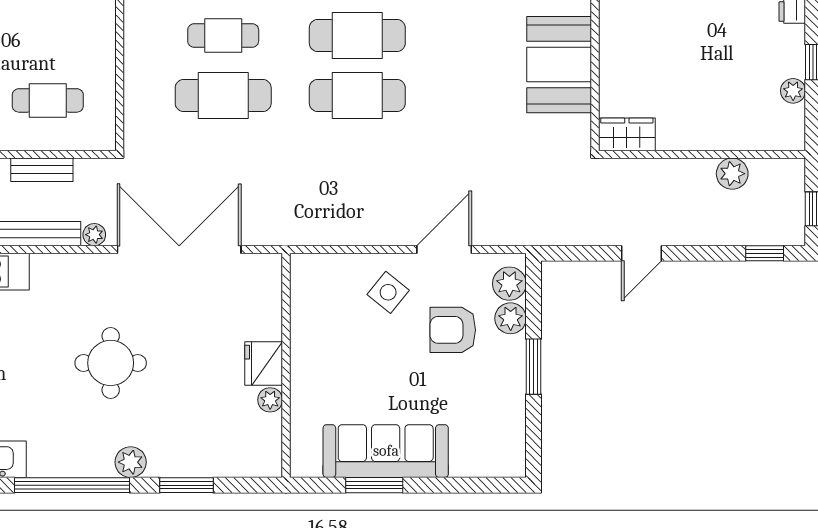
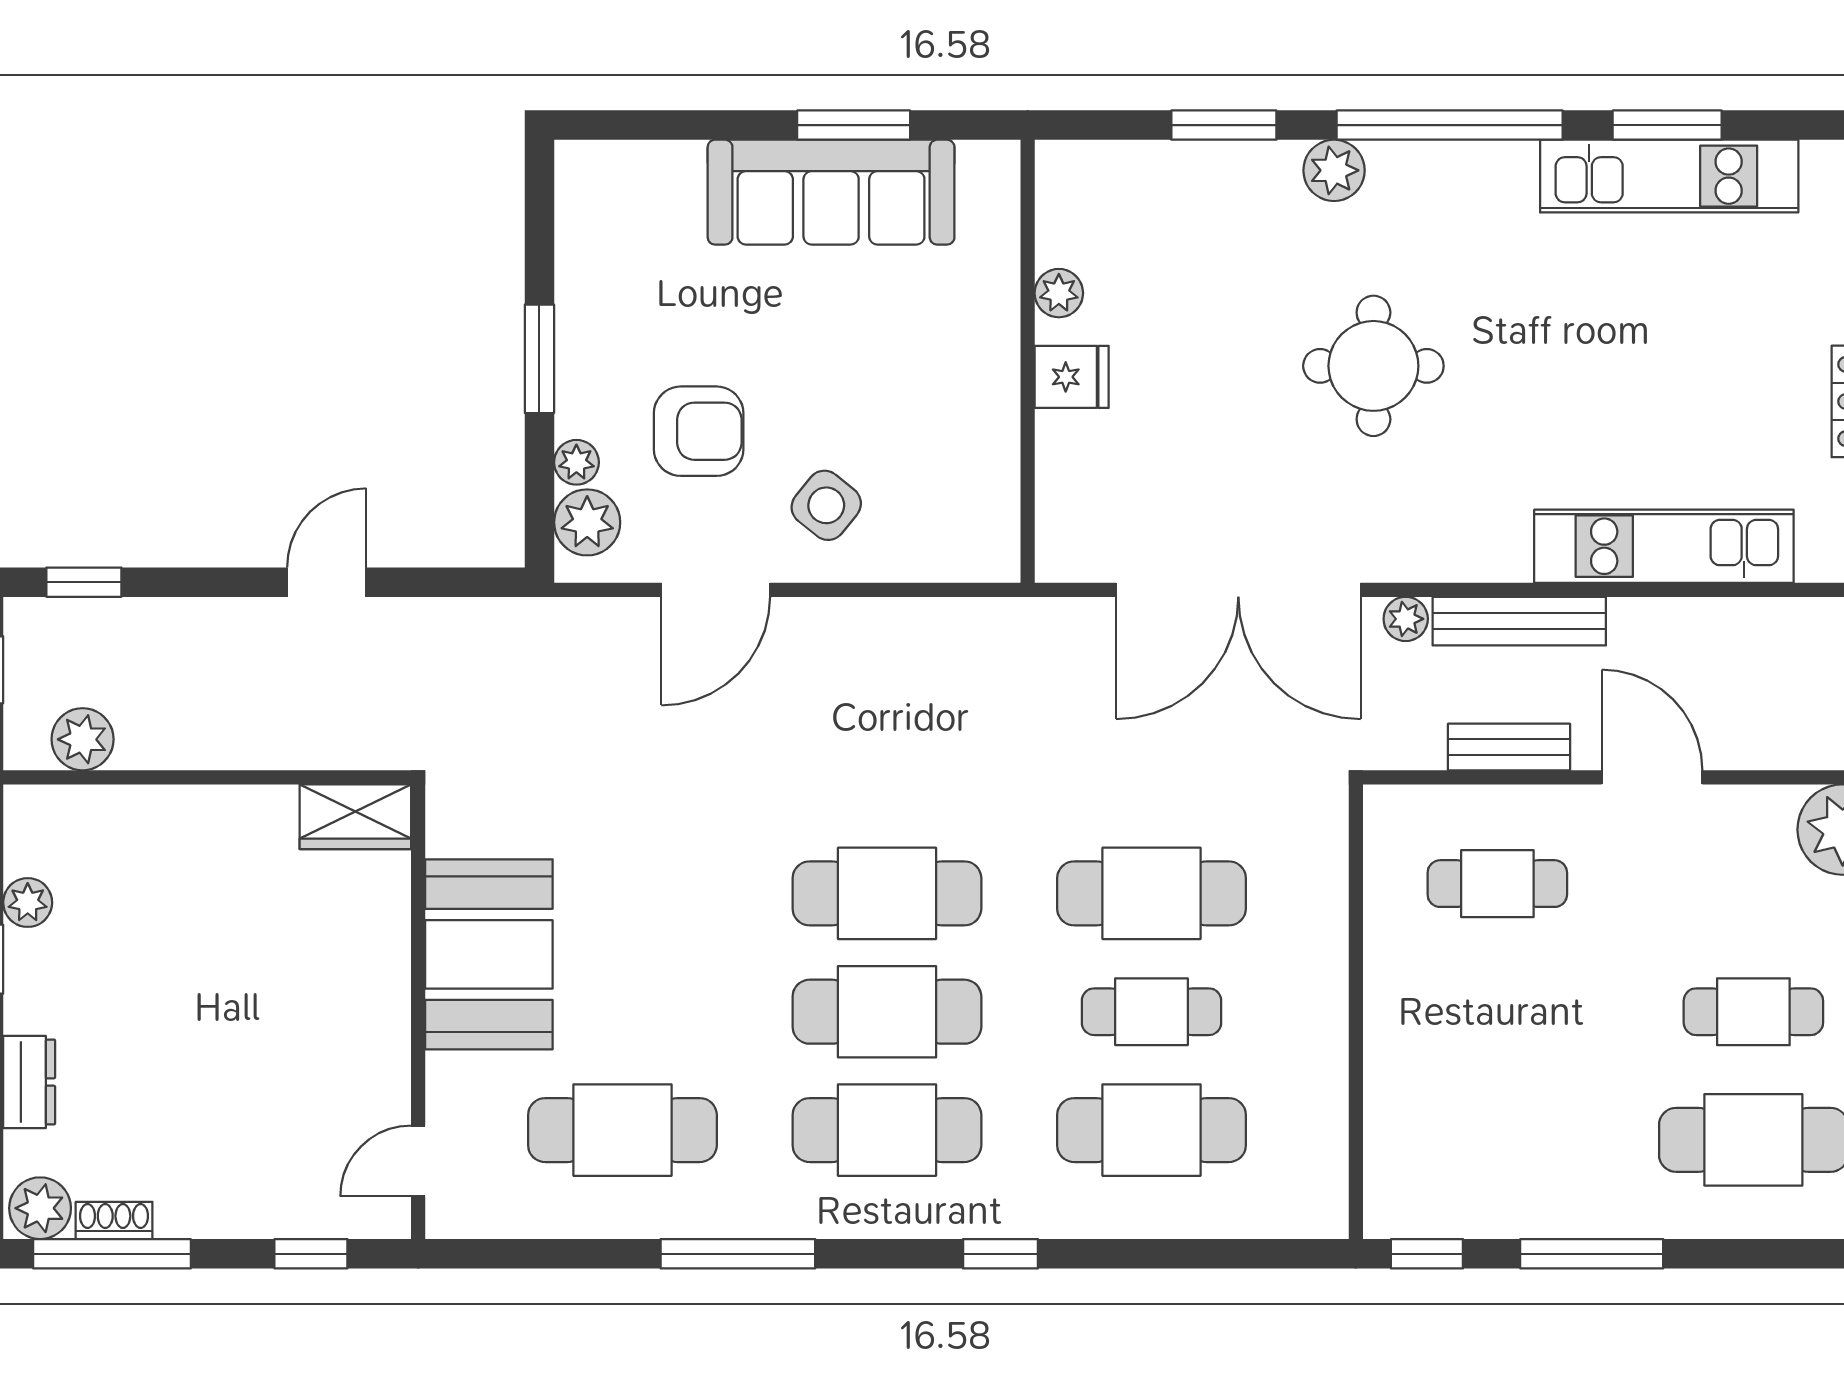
plant: (732, 174) -> (83, 739), moved
plant: (511, 318) -> (576, 462), width x0.73, depth x0.73
fridge: (264, 363) -> (1072, 377), width x0.72

